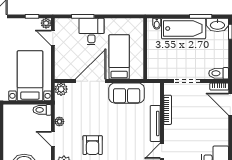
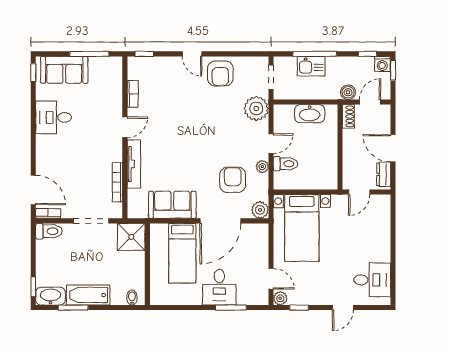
bathtub: (184, 29) -> (88, 295), width x0.73, depth x0.73
shower: (157, 69) -> (131, 237), added
toilet: (42, 110) -> (286, 164), moved
door: (53, 139) -> (271, 144), hinge flipped
armchair: (93, 145) -> (233, 180), moved

